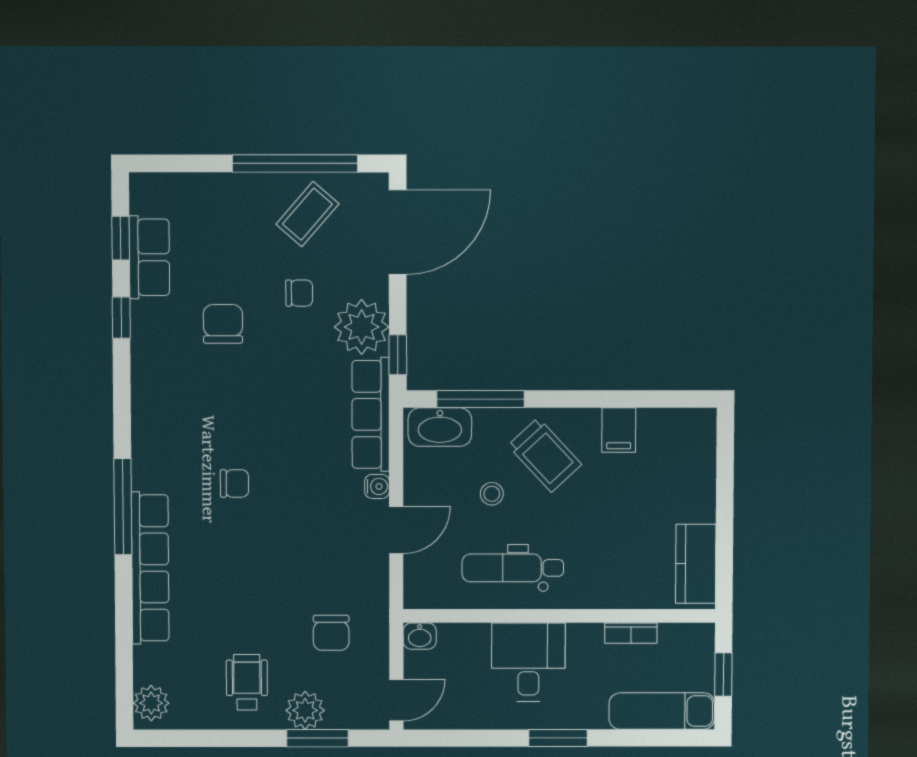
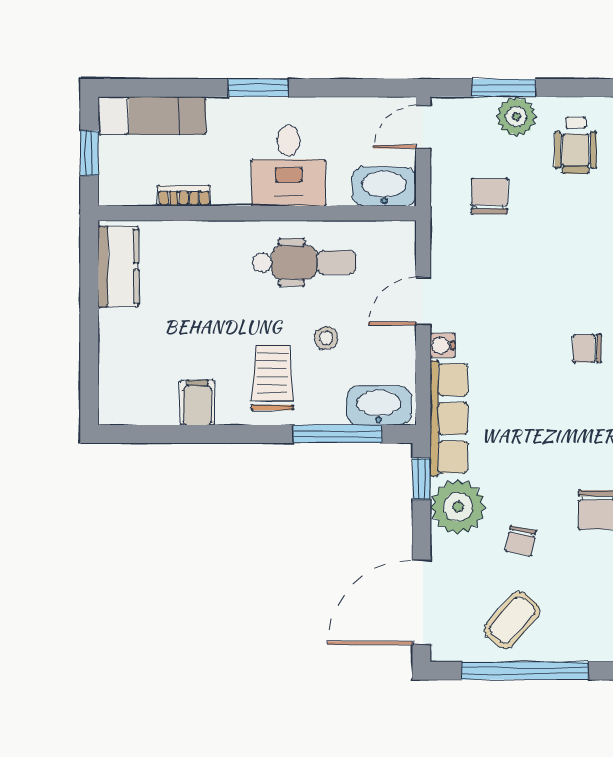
chair: (299, 293) -> (521, 541), turned -79
trolley: (545, 455) -> (272, 377), turned 43
washbasin: (420, 636) -> (384, 187), width x1.91, depth x1.45

